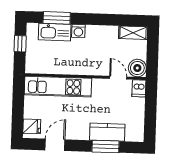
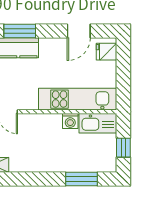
washing machine: (78, 31) -> (70, 121), moved, turned 180
kitchen sink: (55, 32) -> (98, 123), moved, turned 180

